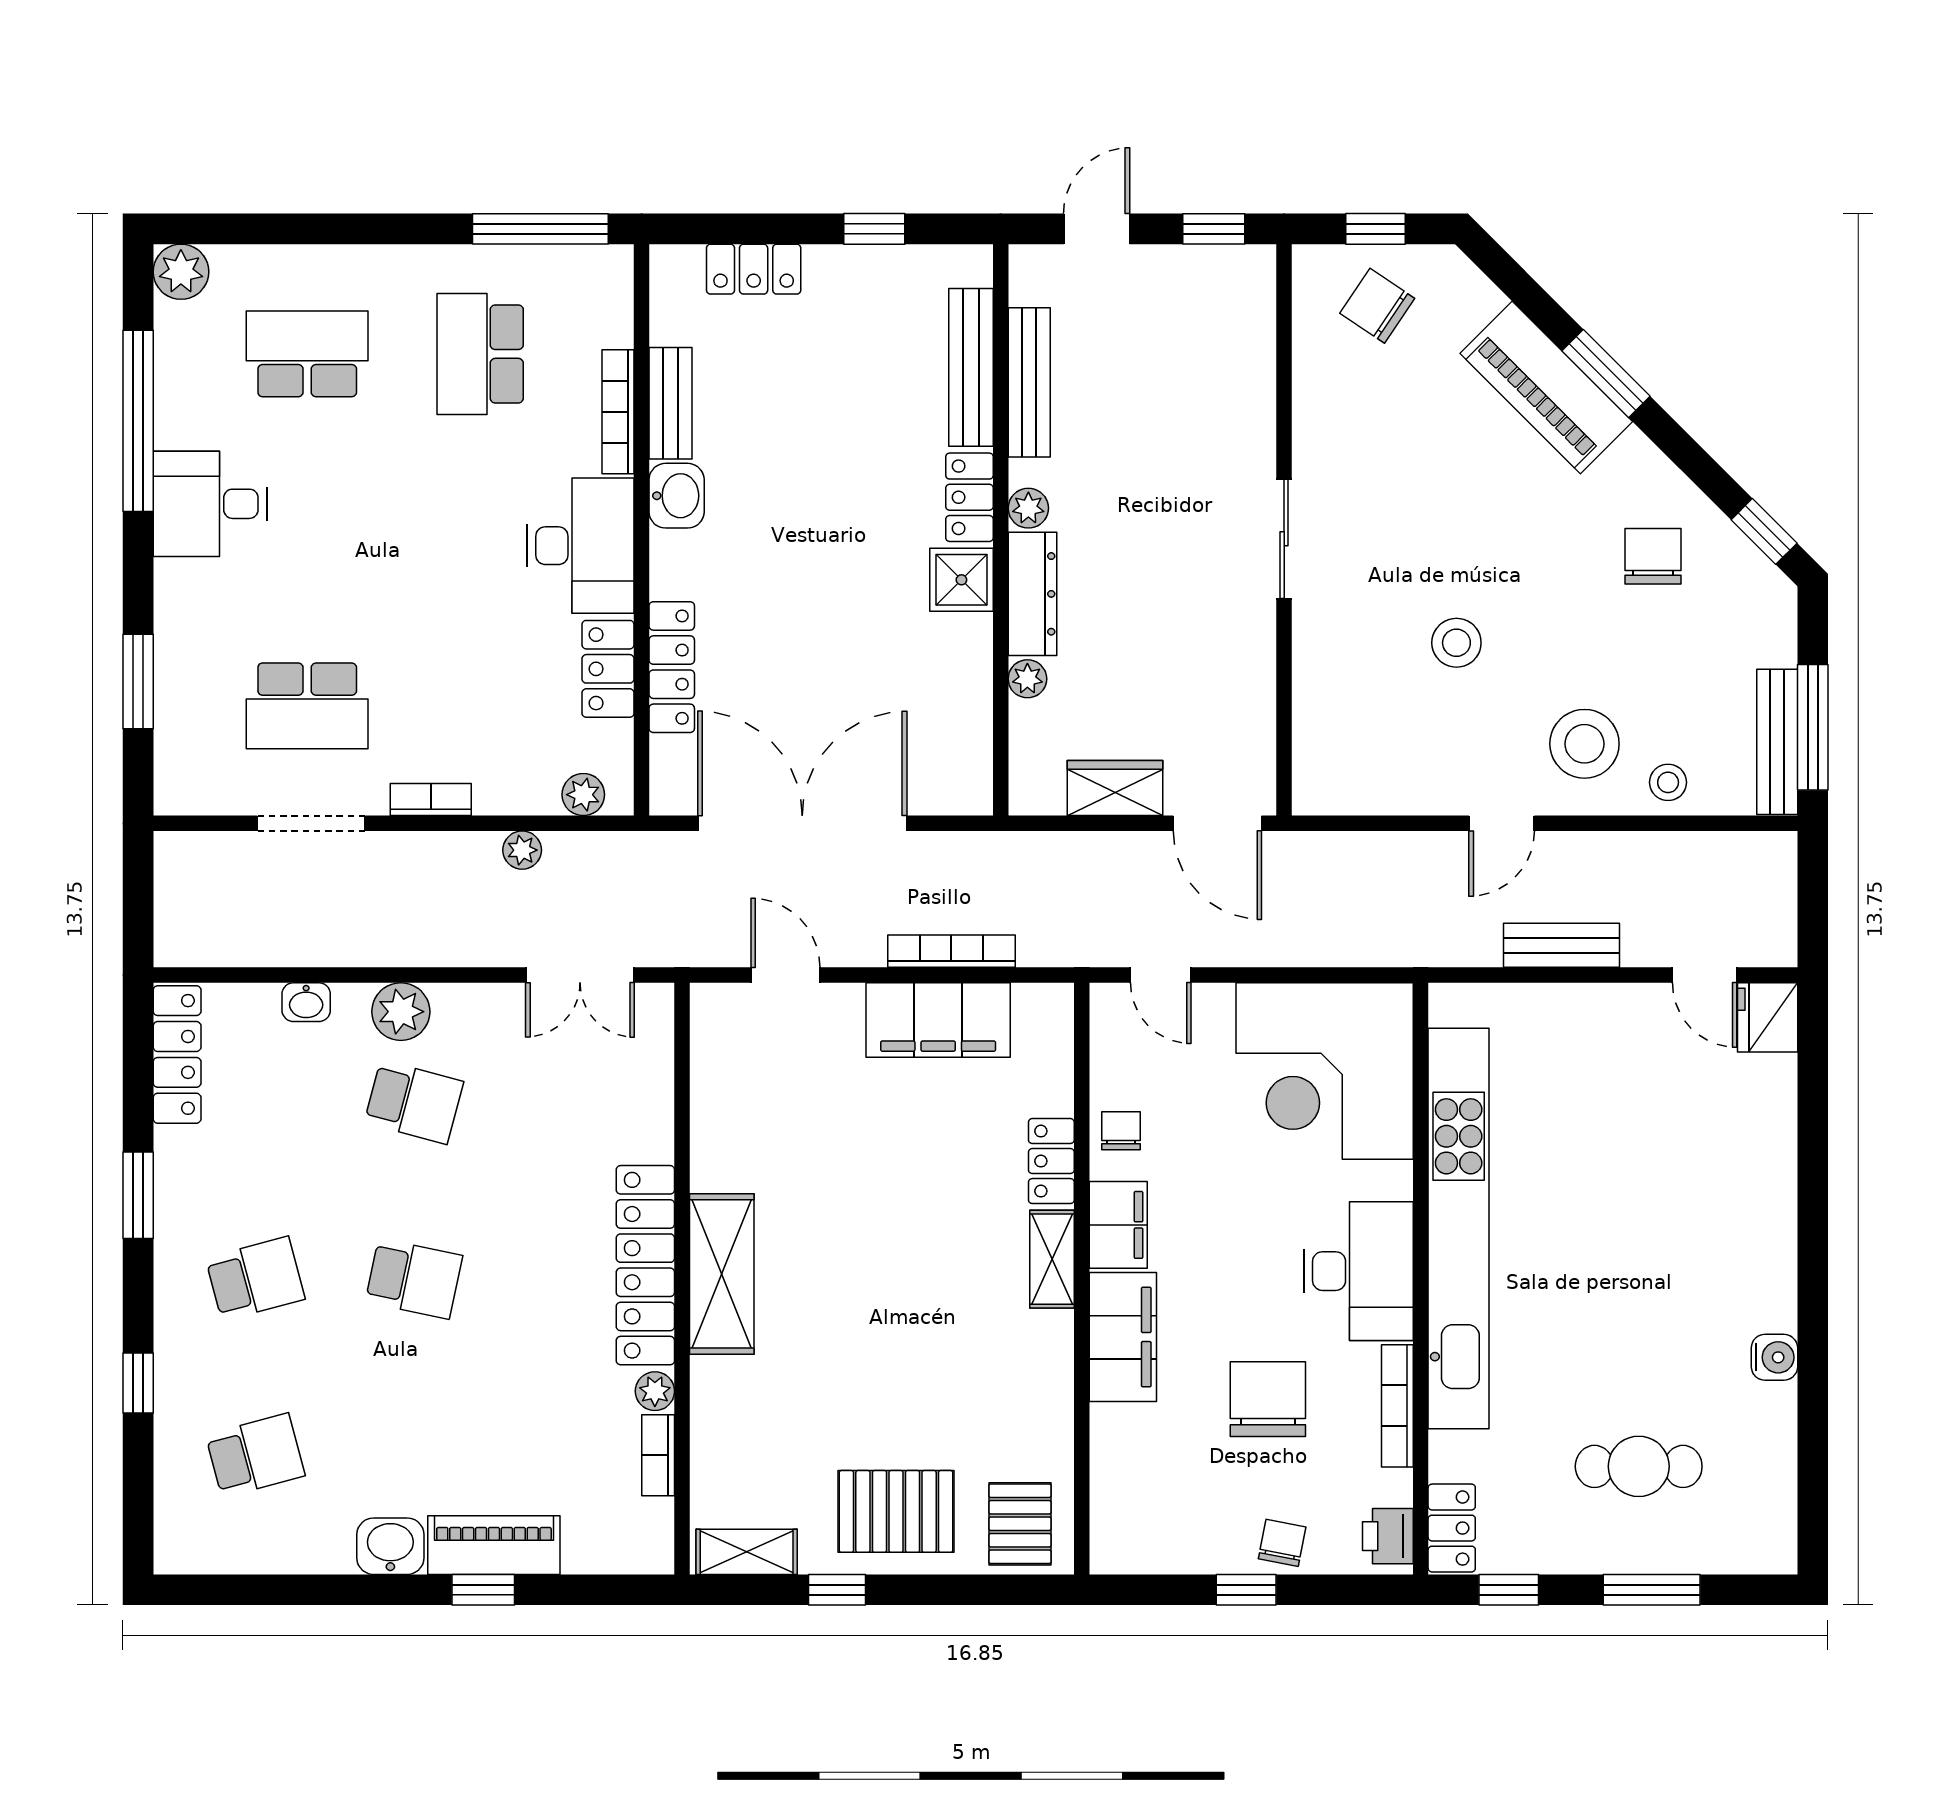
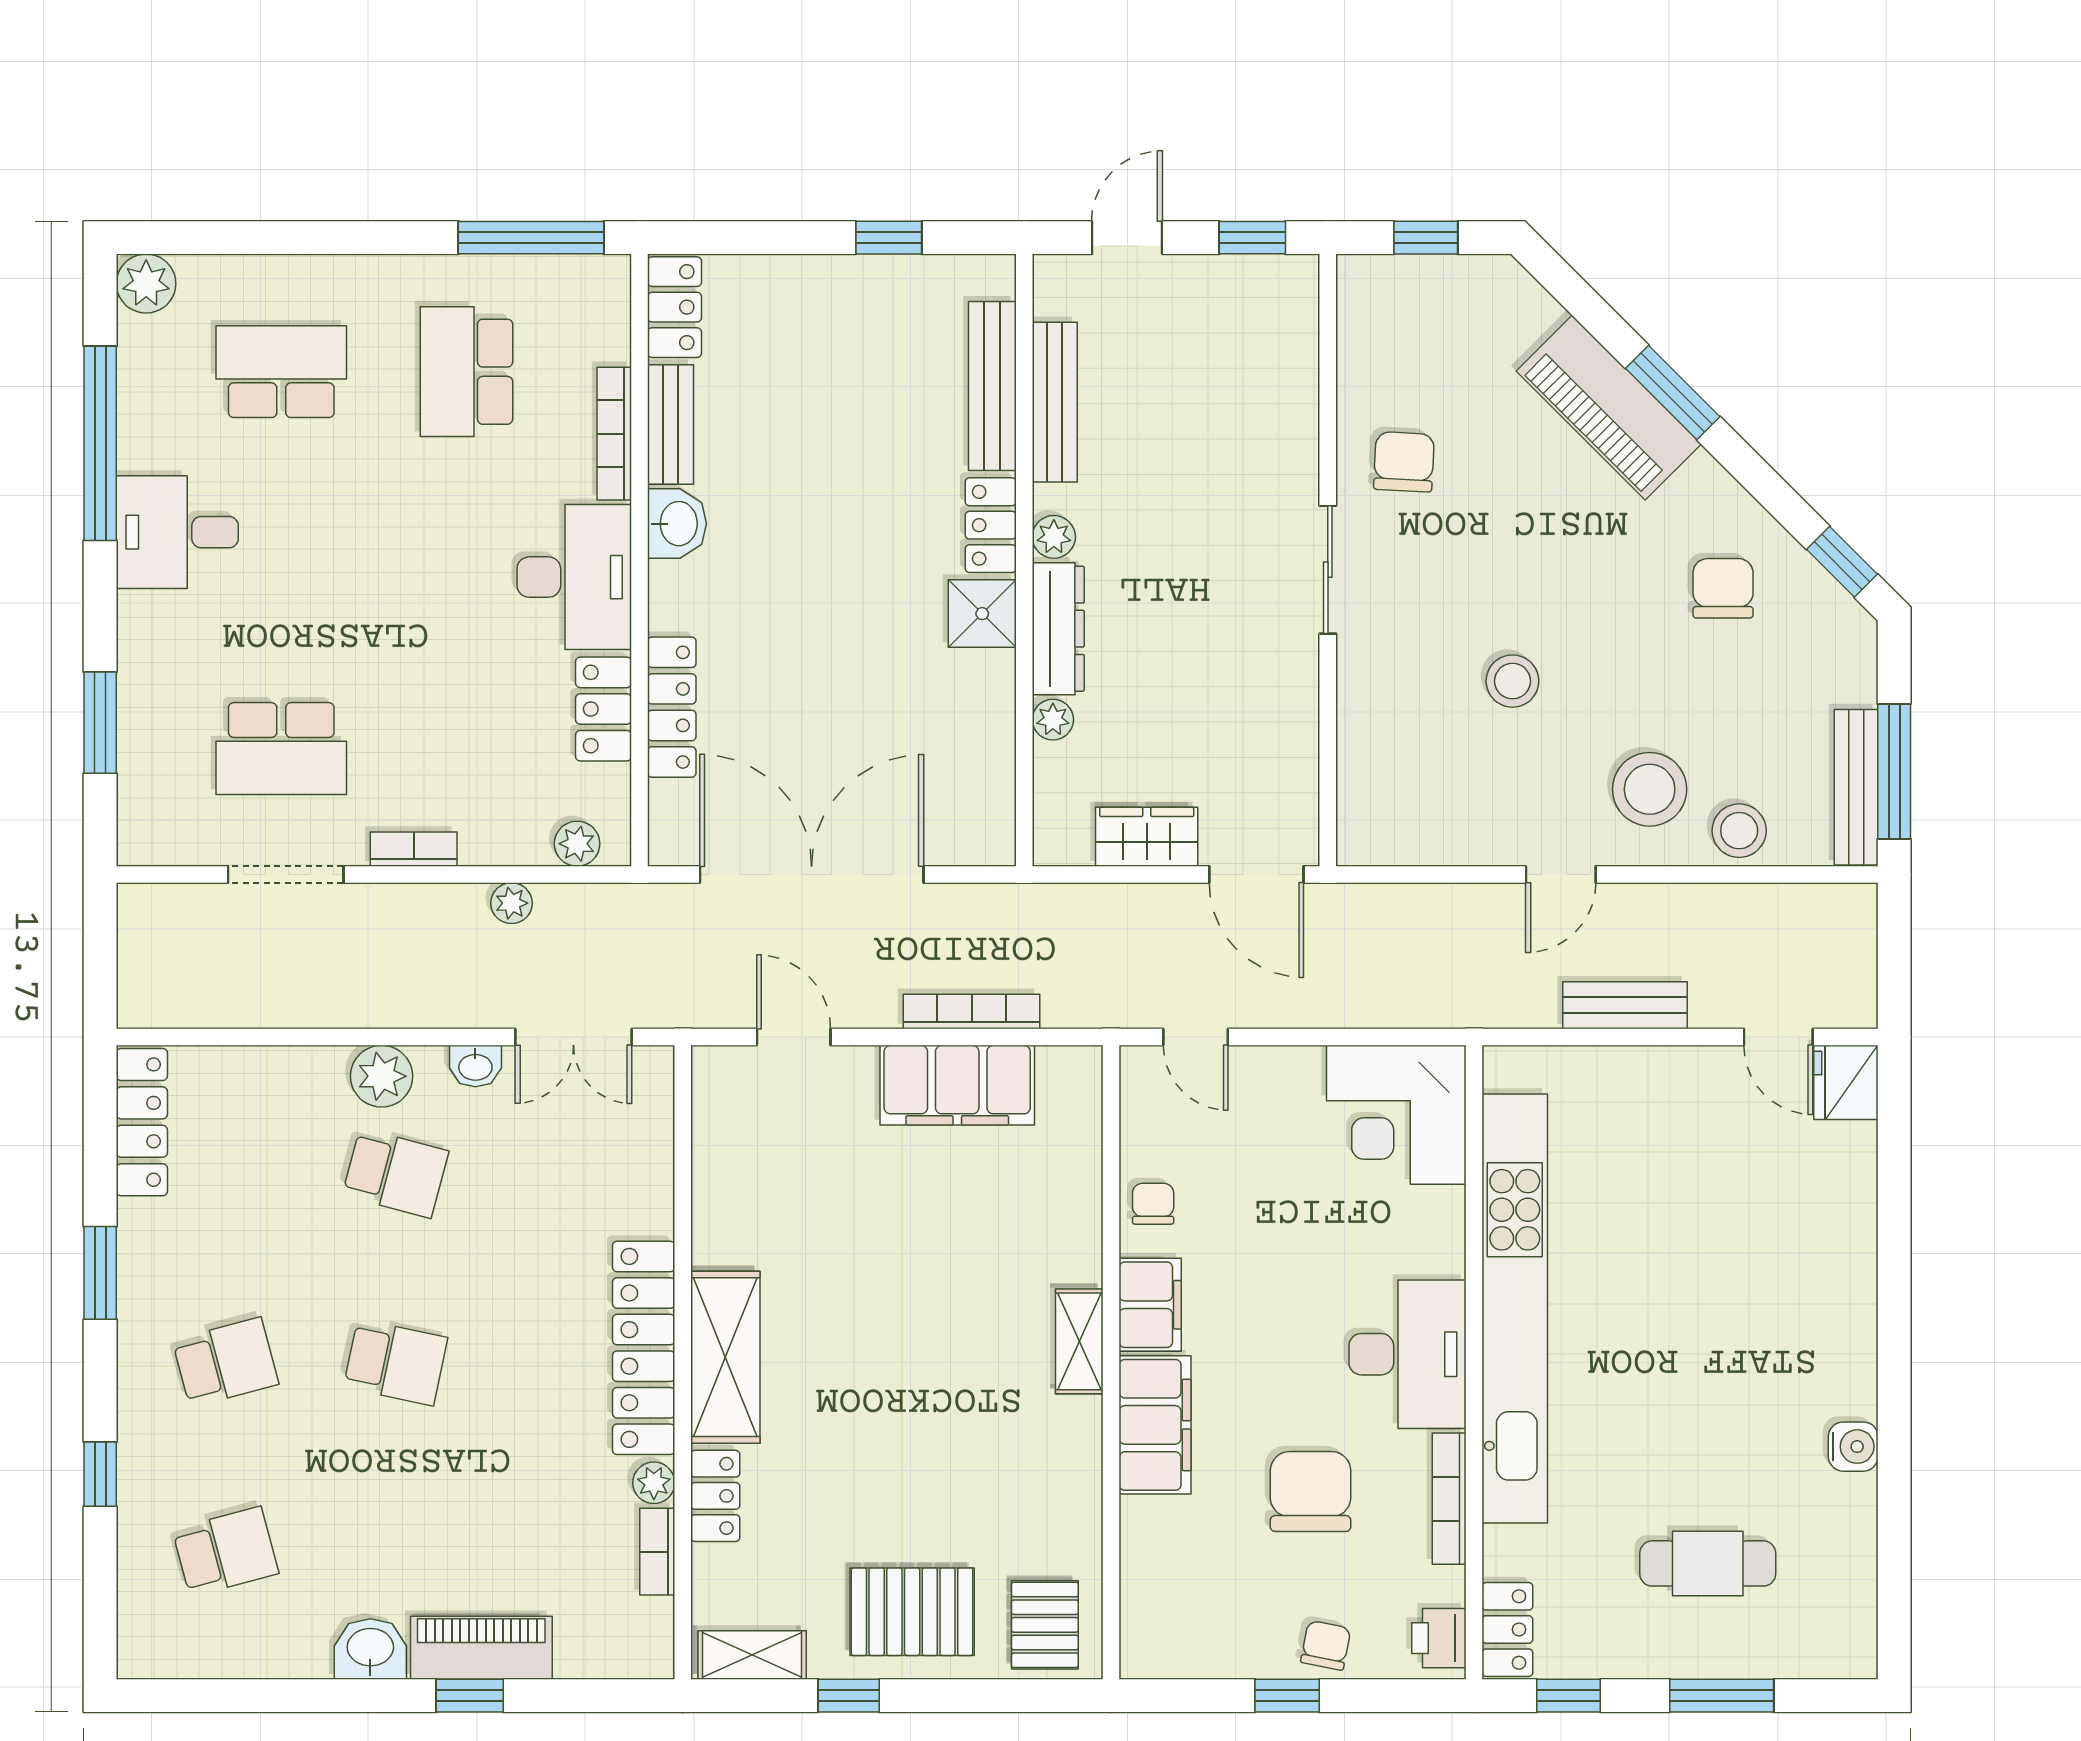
locker: (754, 269) -> (674, 307), moved, turned -90
chair: (1377, 306) -> (1404, 462), moved, turned 59
stool: (1668, 782) -> (1739, 831), width x1.37, depth x1.37
washbasin: (306, 1002) -> (475, 1066), moved
corner desk: (1325, 1071) -> (1396, 1115), width x0.74, depth x0.74
locker: (1051, 1161) -> (715, 1496), moved, turned 180

